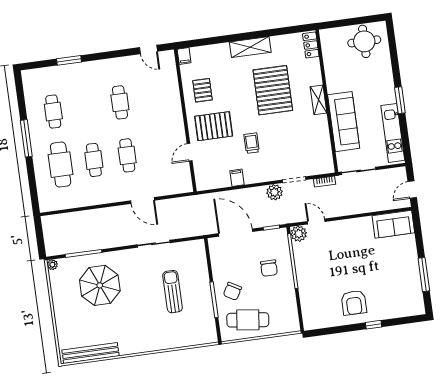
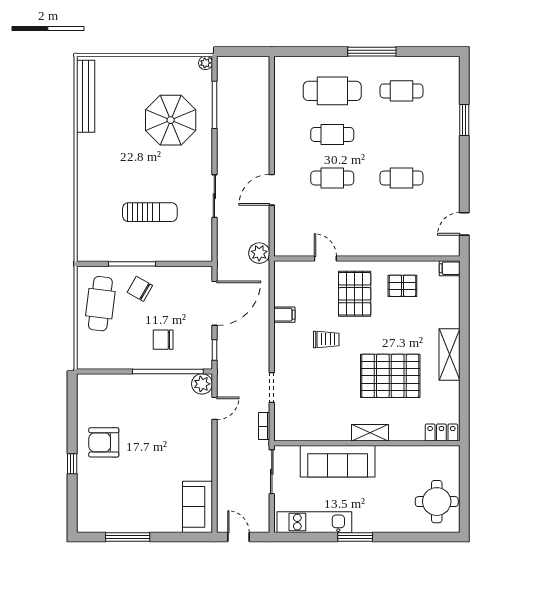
plant: (274, 192) -> (259, 253), moved

